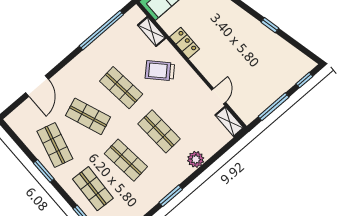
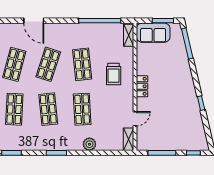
shelving: (152, 32) -> (129, 35), moved
locker: (185, 43) -> (142, 86), moved
trolley: (160, 71) -> (114, 74), turned -136
door: (37, 86) -> (34, 21), hinge flipped
shop shelf: (88, 116) -> (48, 64), turned 39

